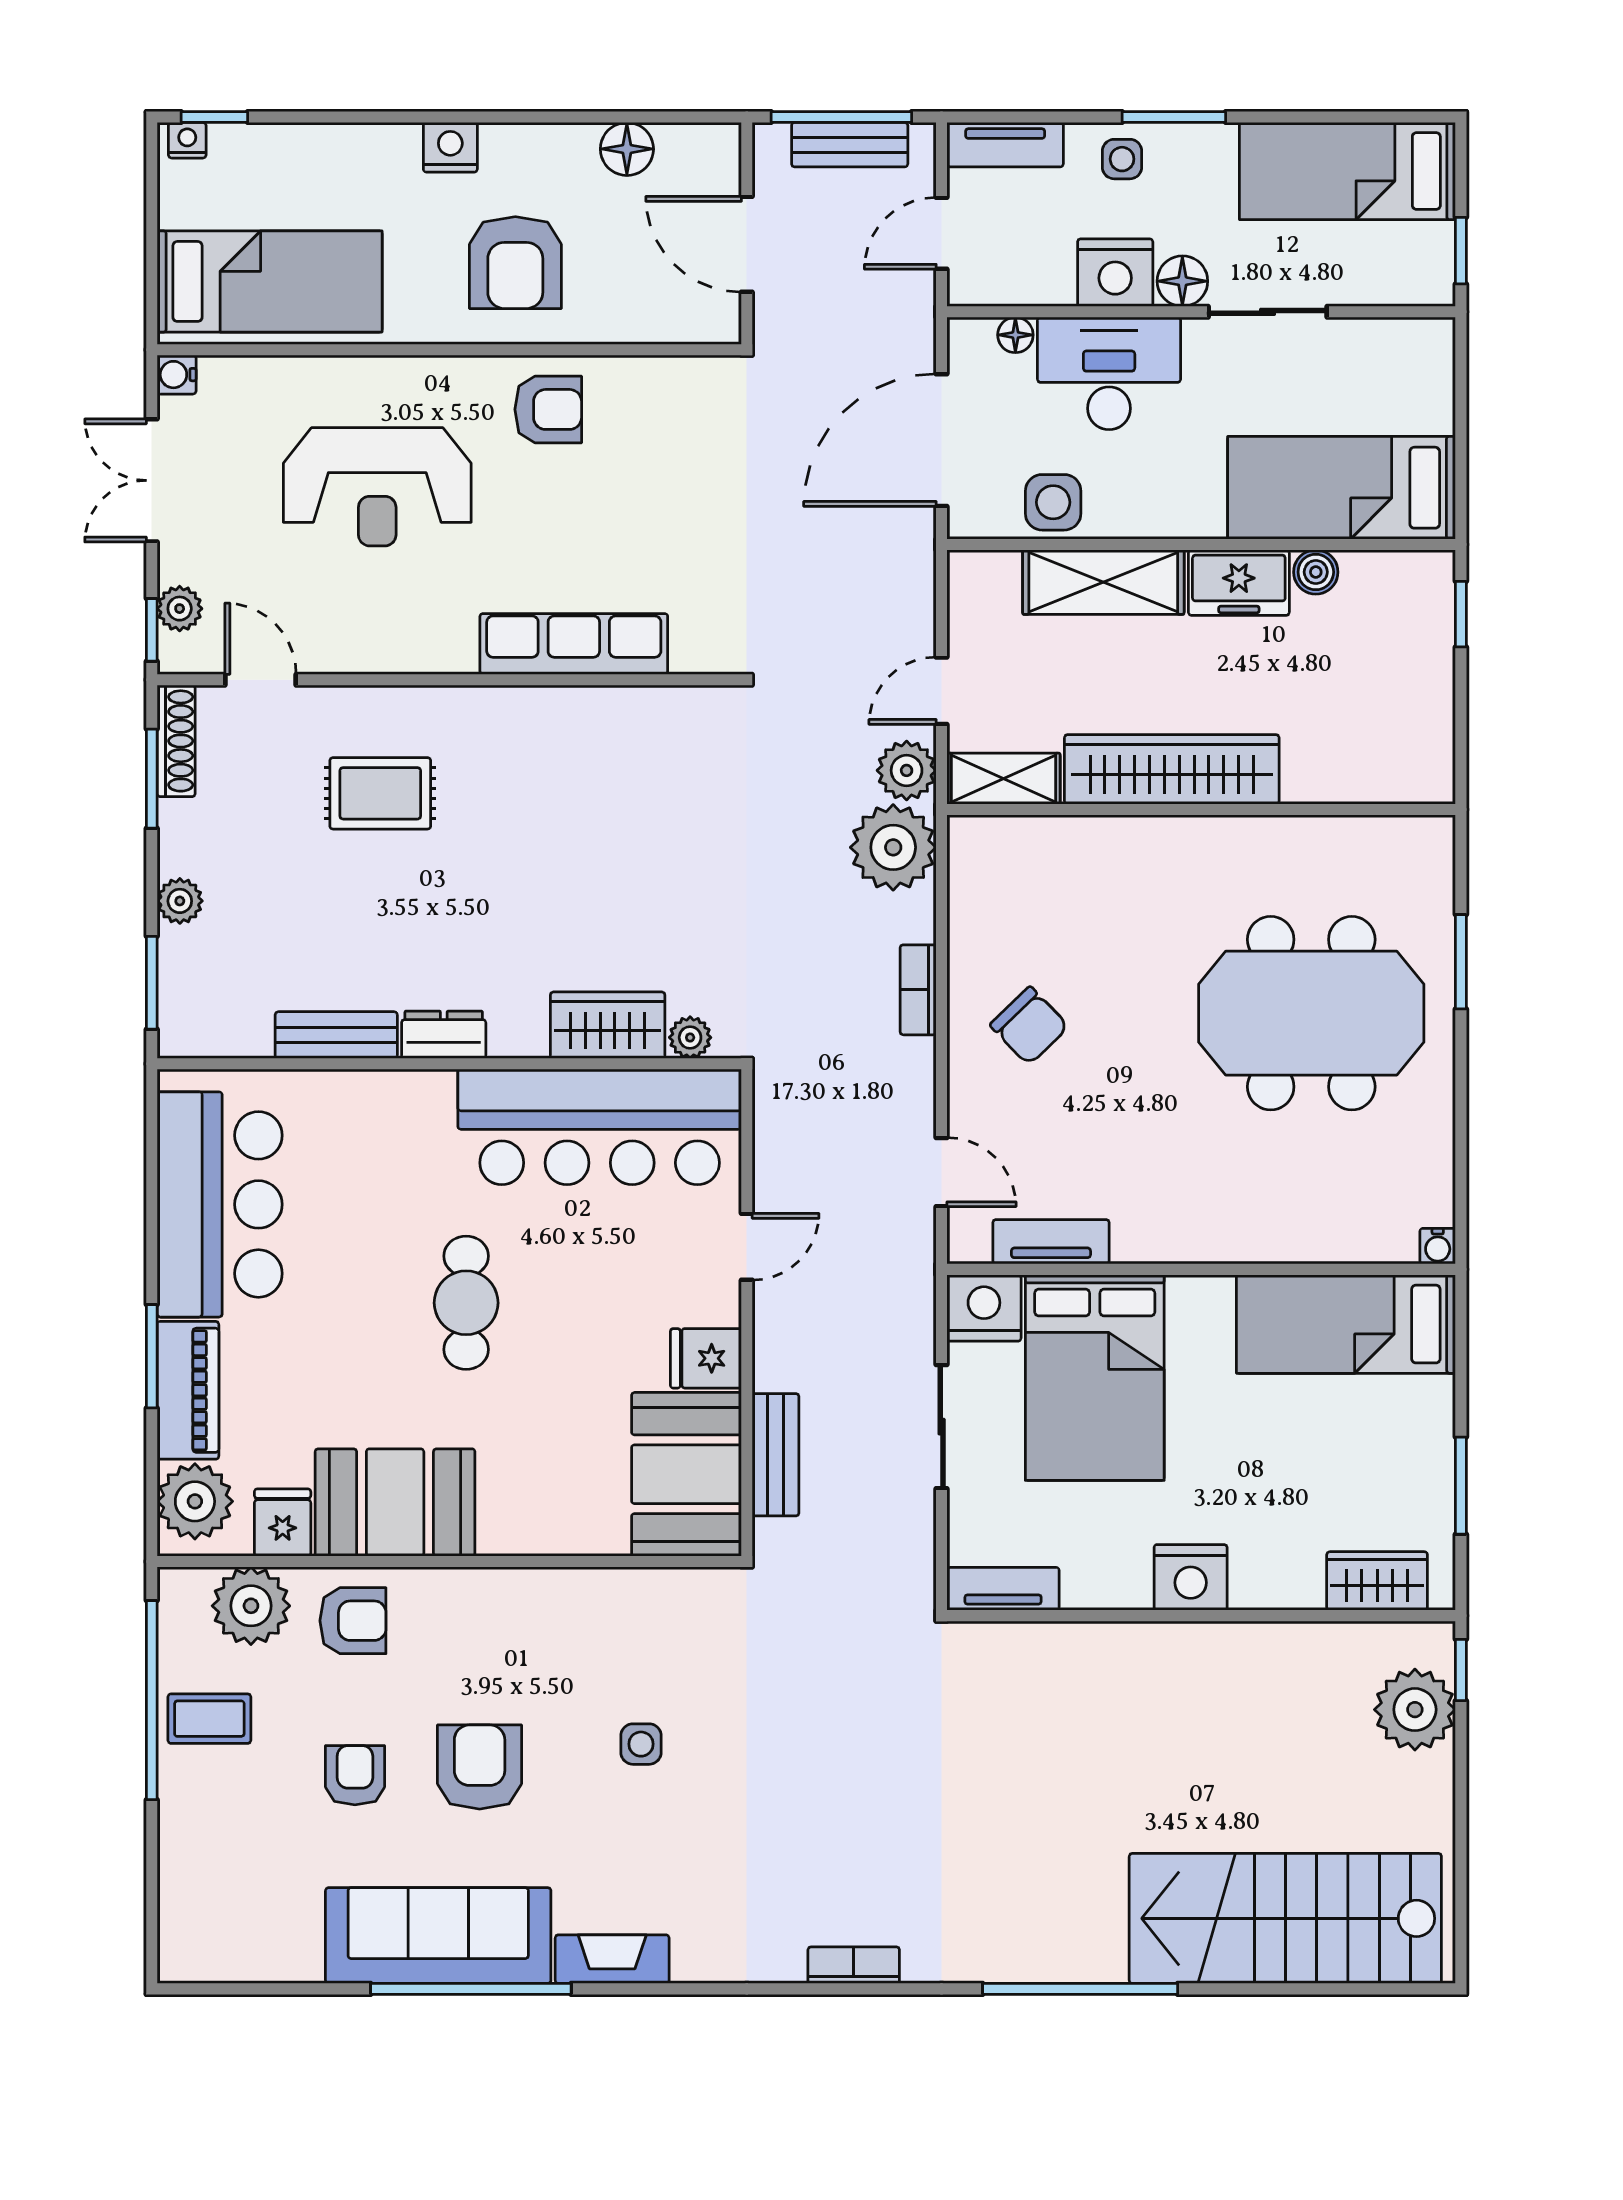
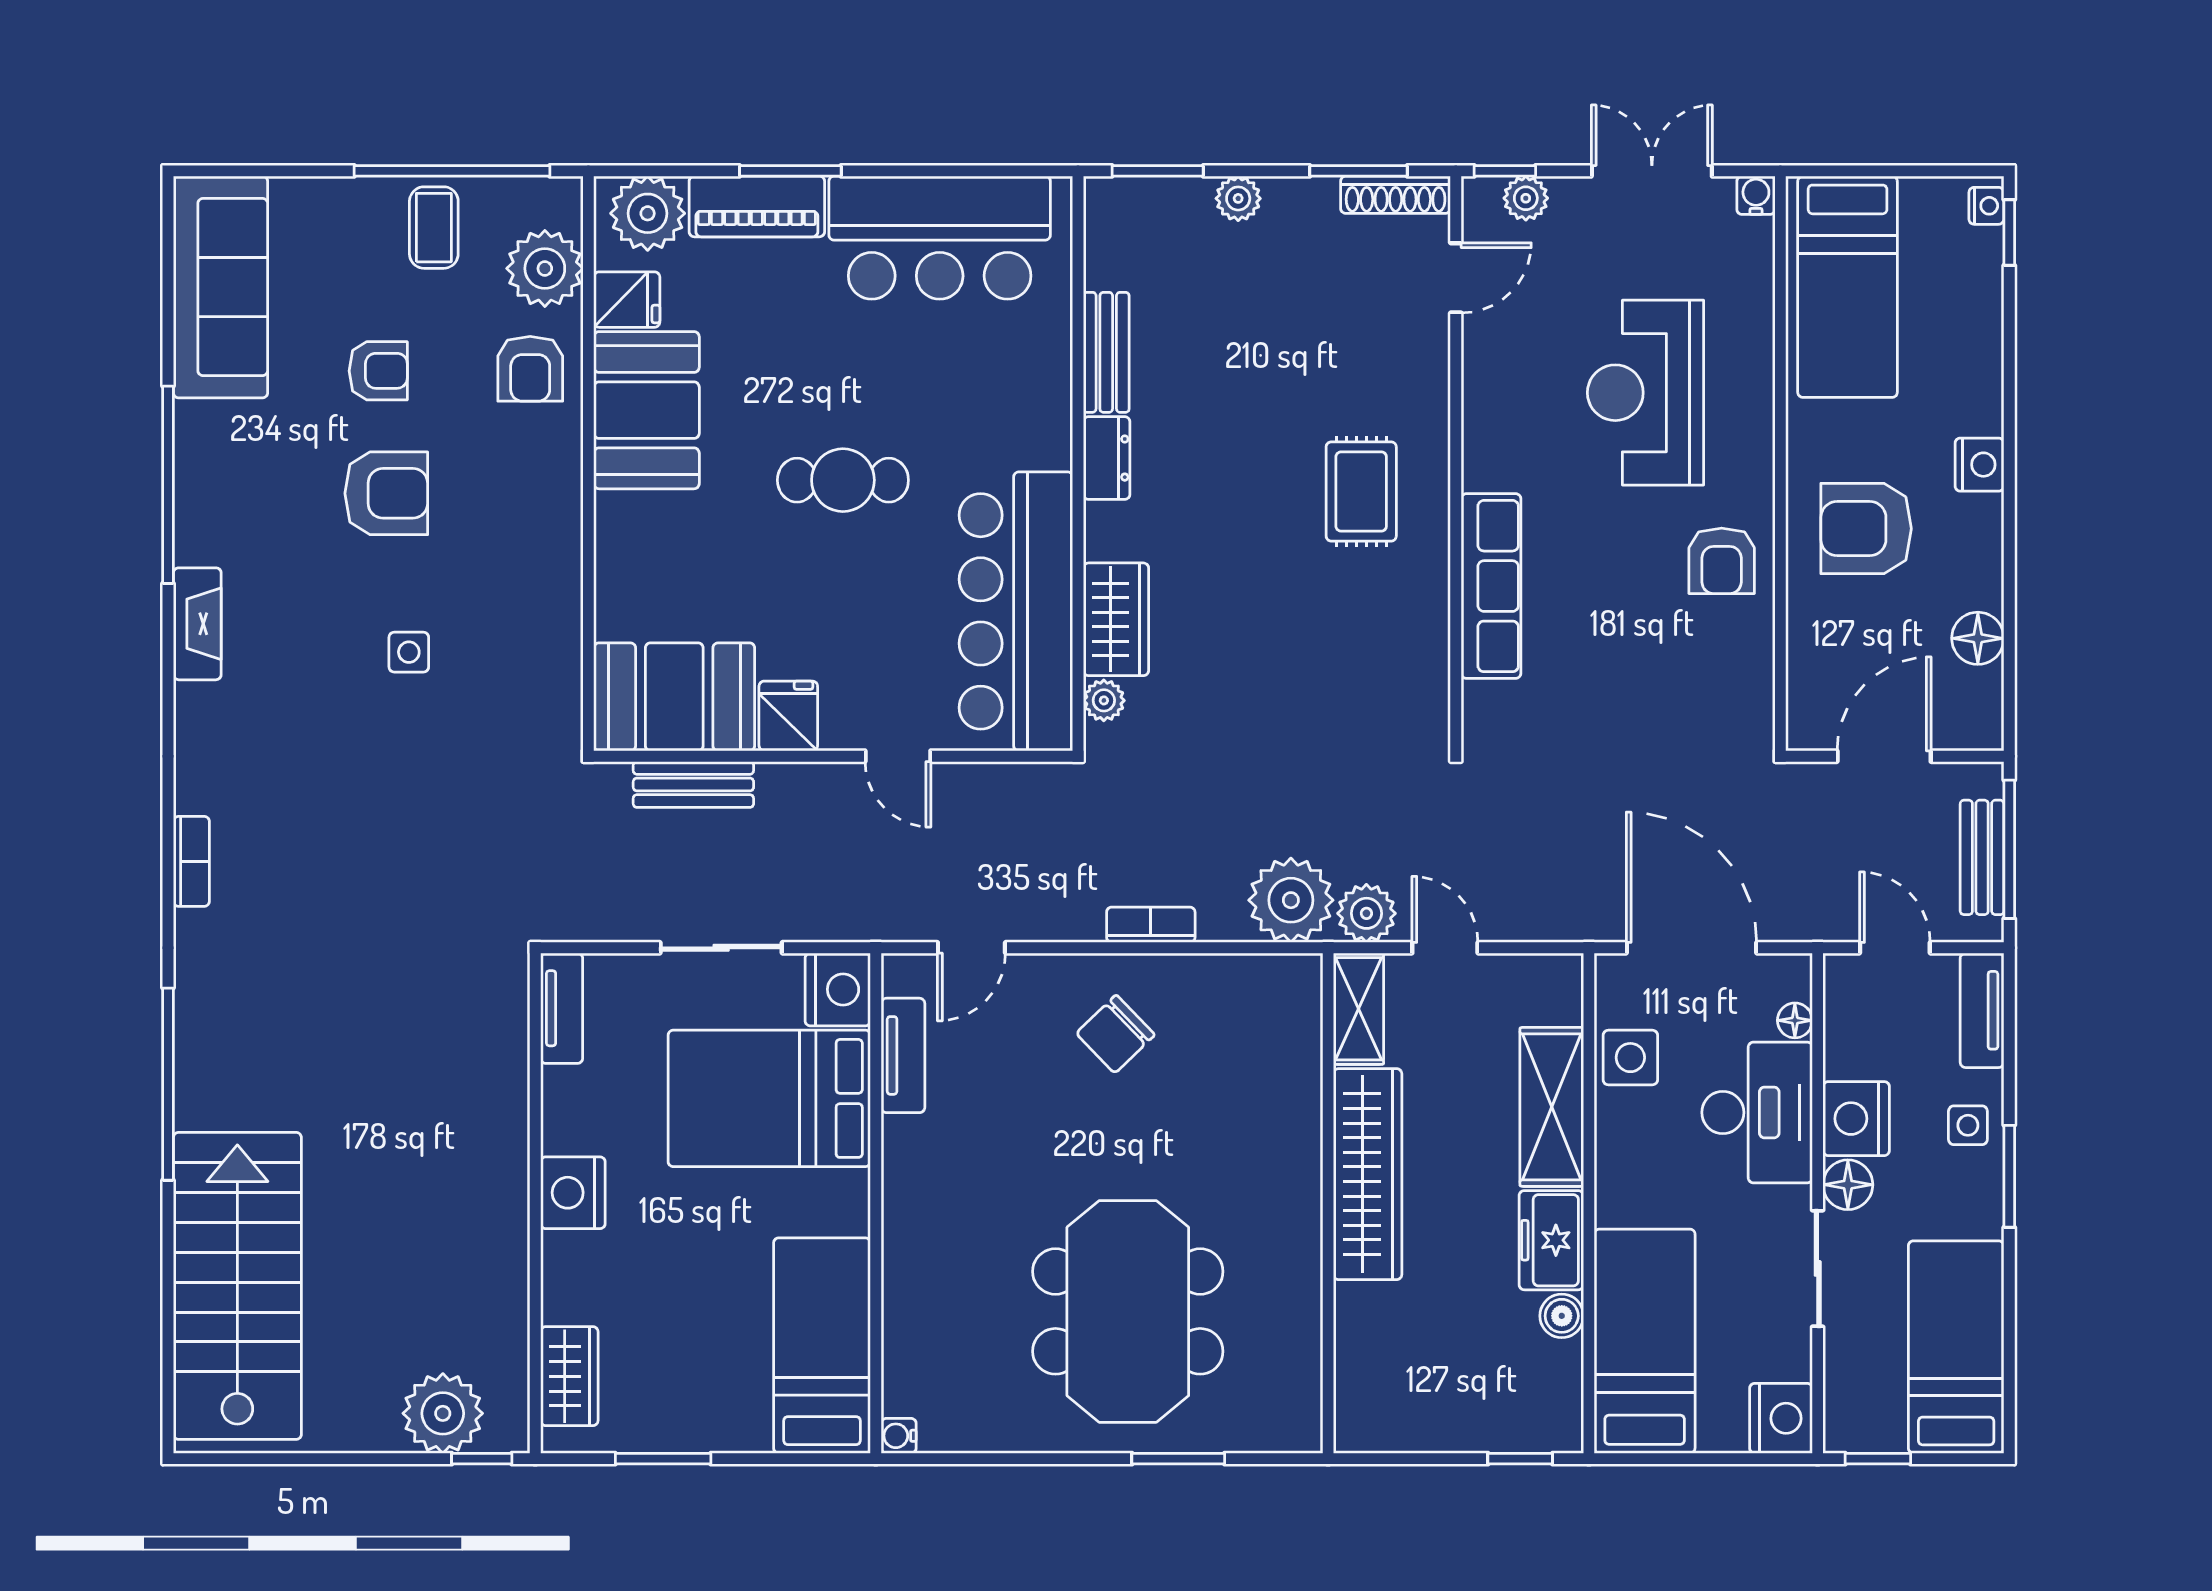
nightstand: (1420, 349) -> (1781, 1418), added
rug: (380, 793) -> (1361, 491), moved
sofa: (438, 1936) -> (220, 287), moved

